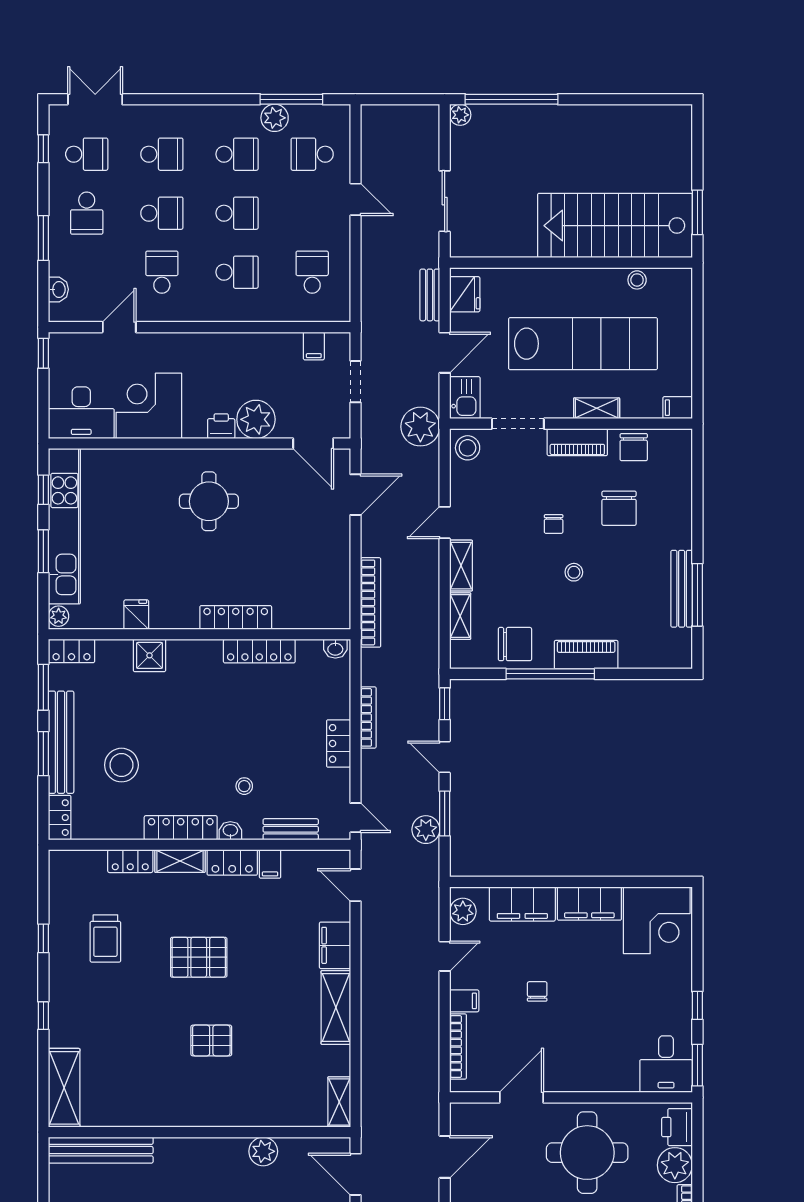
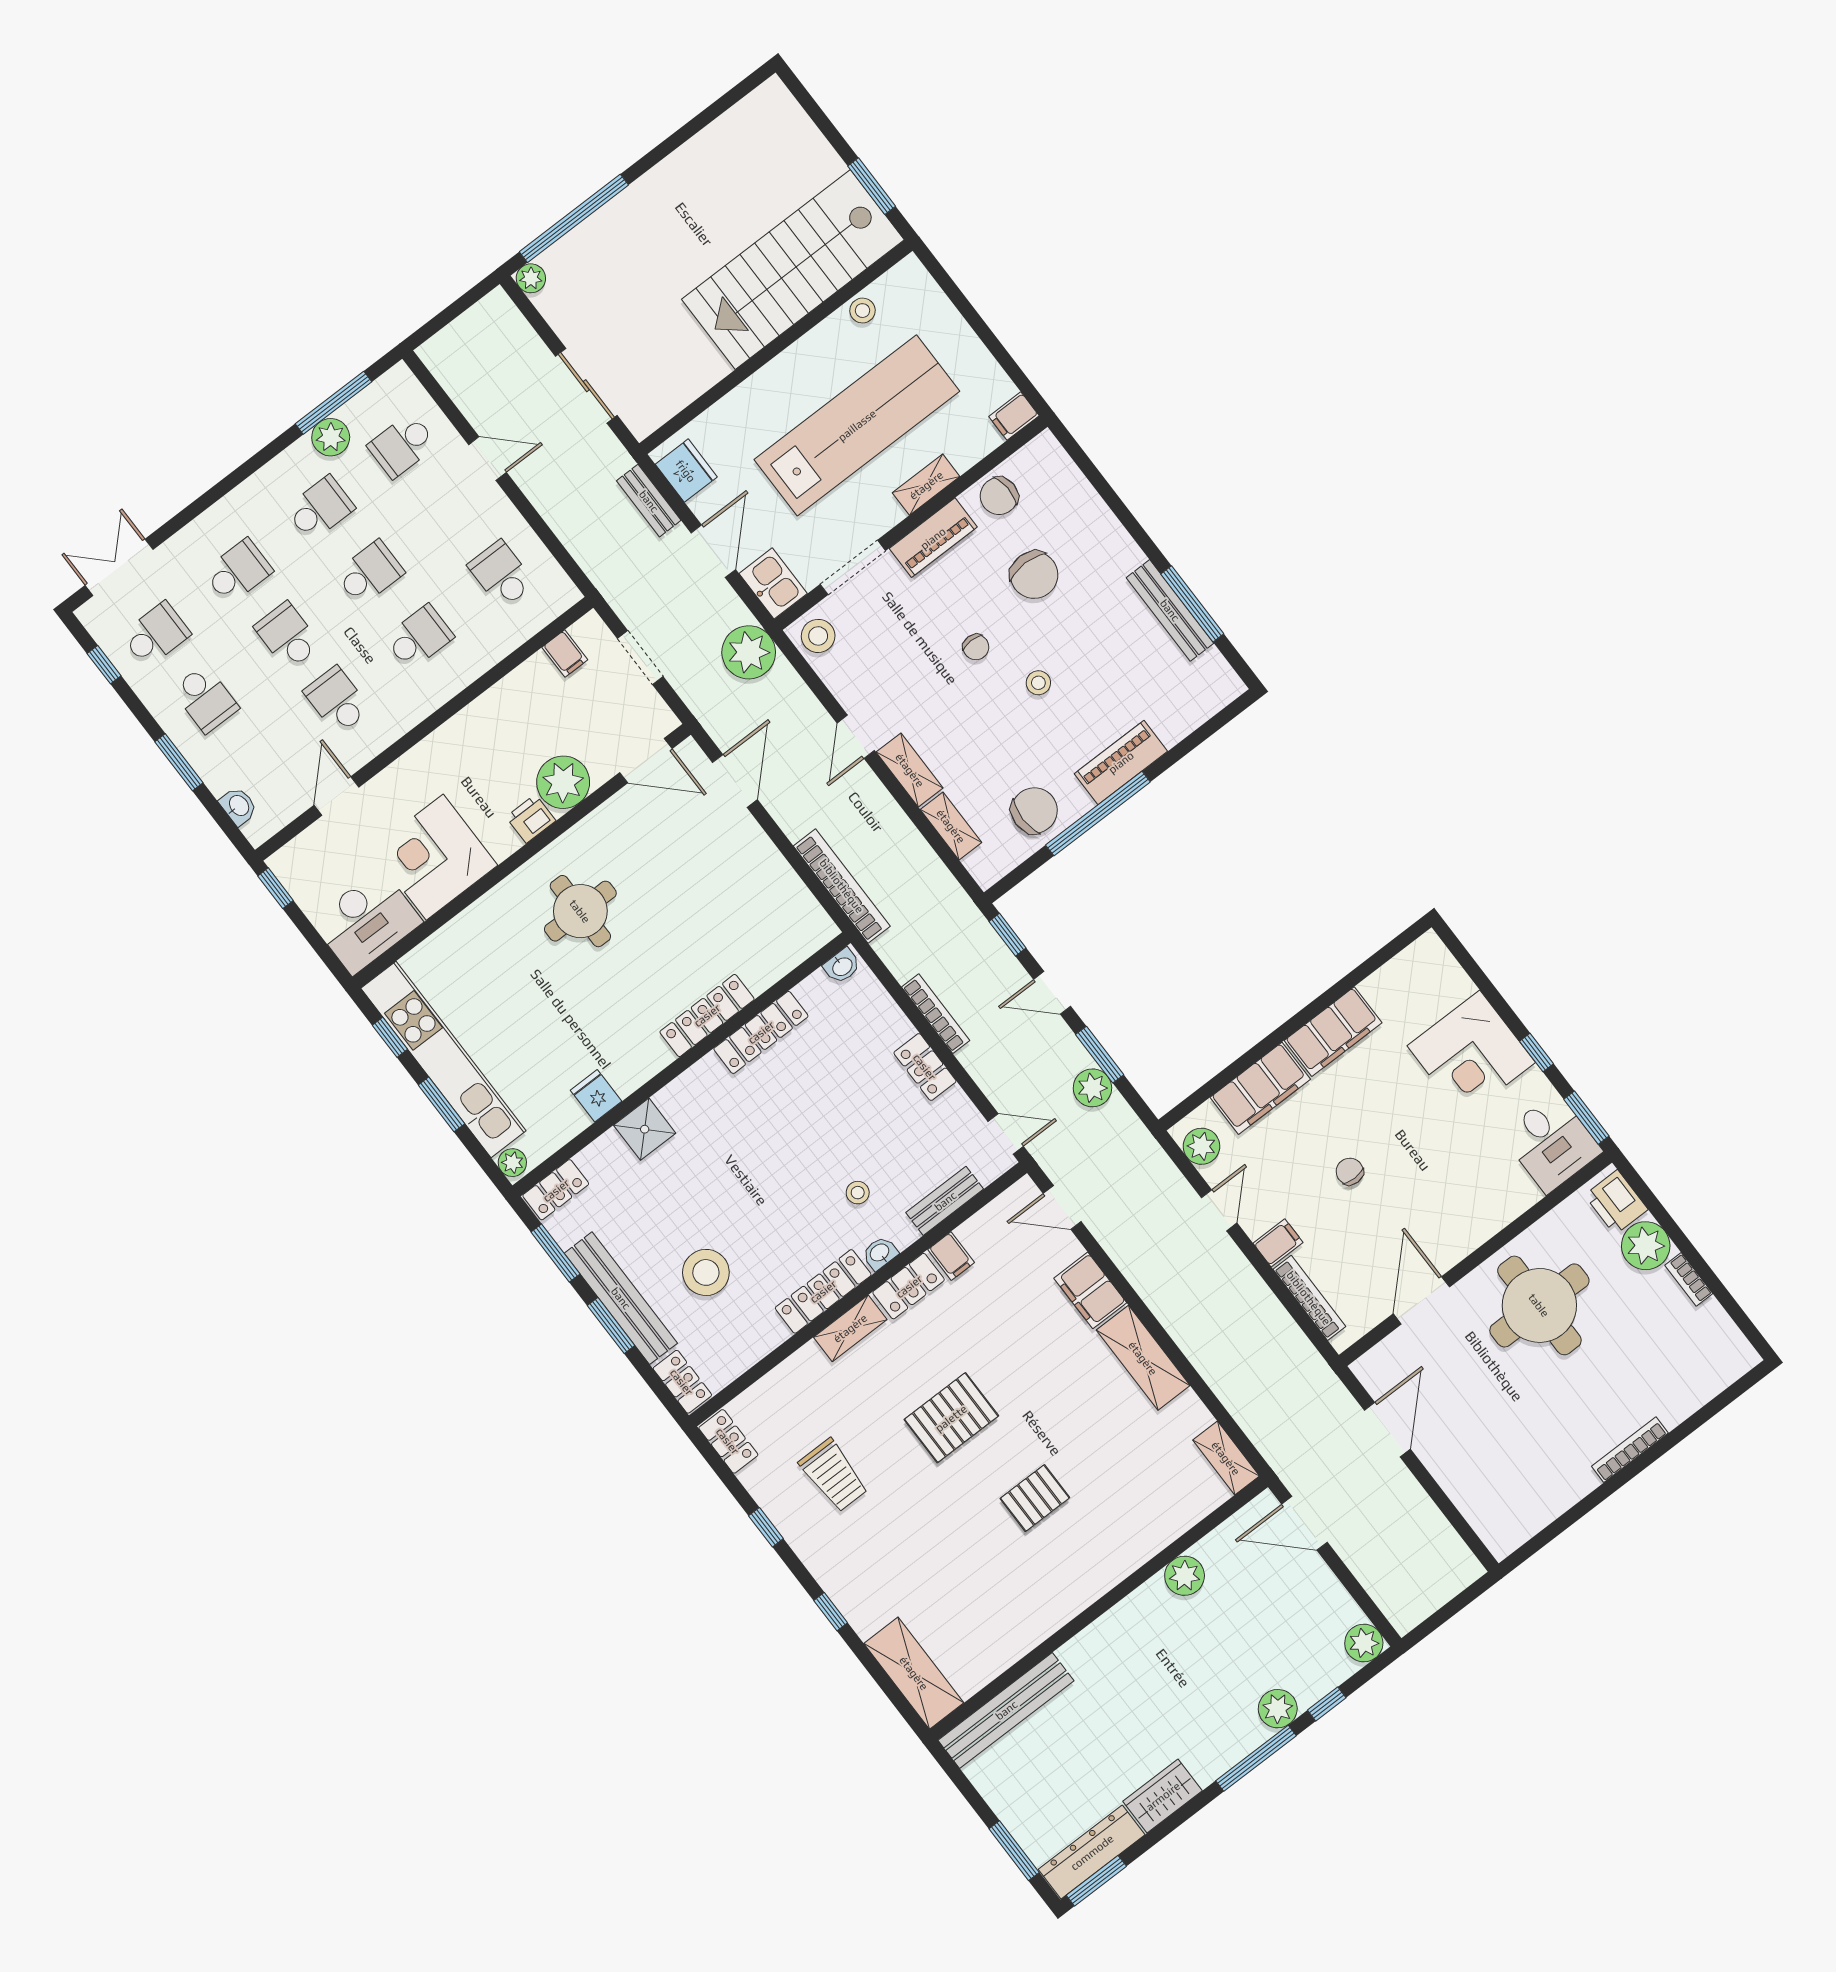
school desk: (162, 213) -> (287, 636), turned -90
chair: (634, 447) -> (999, 496), turned 87
locker: (130, 861) -> (728, 1441), moved, turned -90
corner desk: (657, 920) -> (1471, 1054), moved, turned 90

